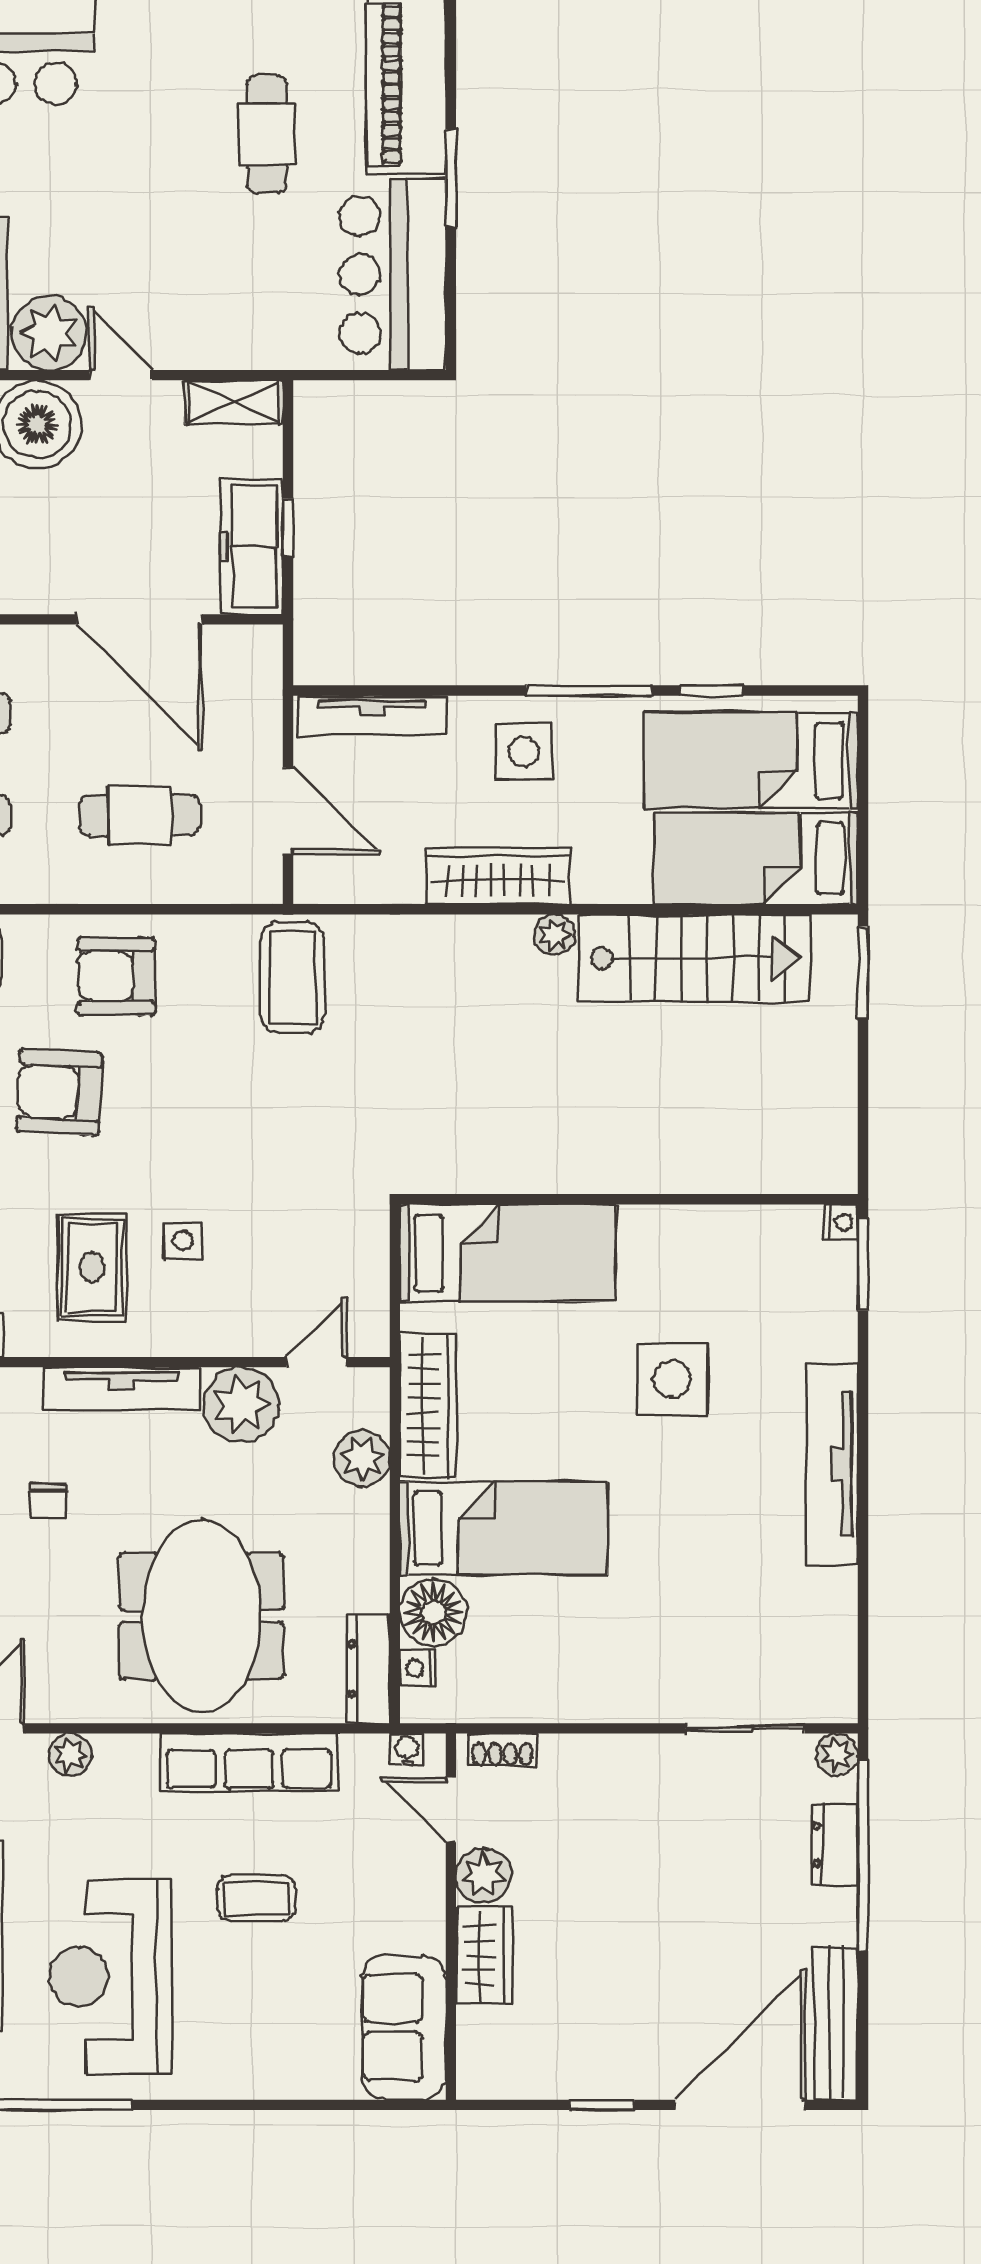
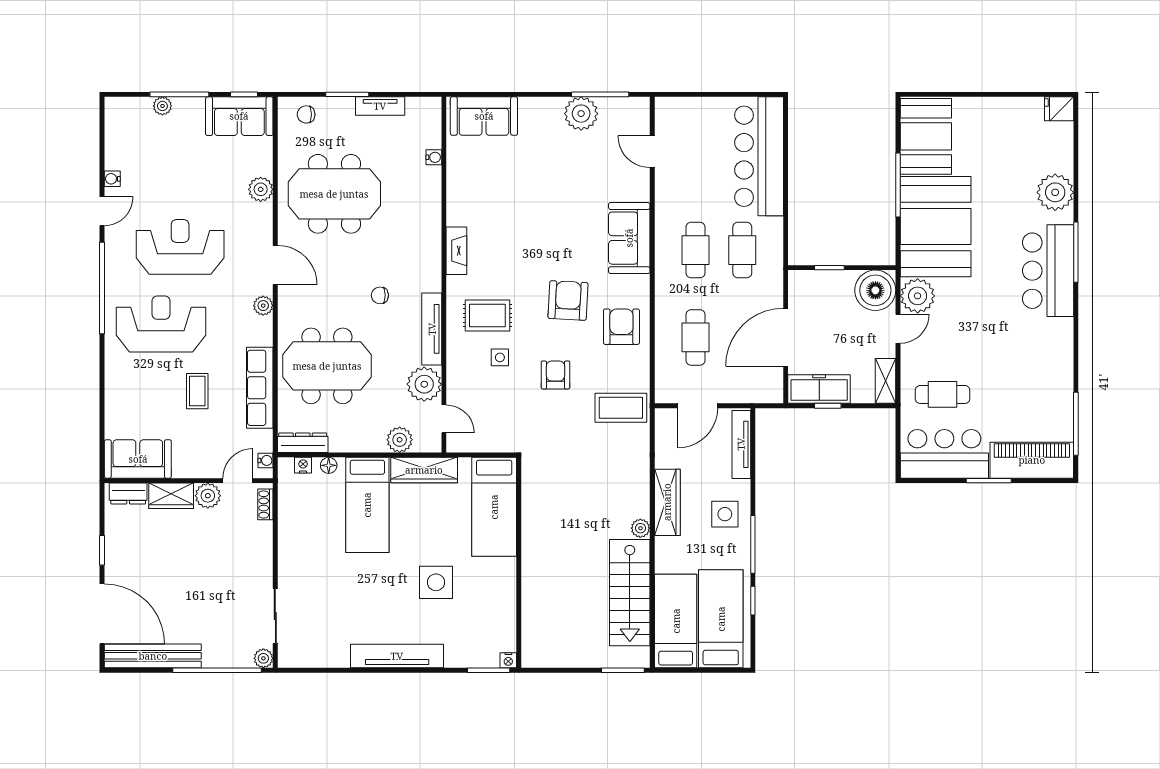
cafe table: (267, 134) -> (943, 394), moved
armchair: (221, 1120) -> (555, 375), added
floor lamp: (433, 1612) -> (329, 465), width x0.53, depth x0.53
dresser: (835, 1845) -> (128, 494), moved, turned 180
bench: (836, 2023) -> (153, 656), width x1.37, depth x1.21

